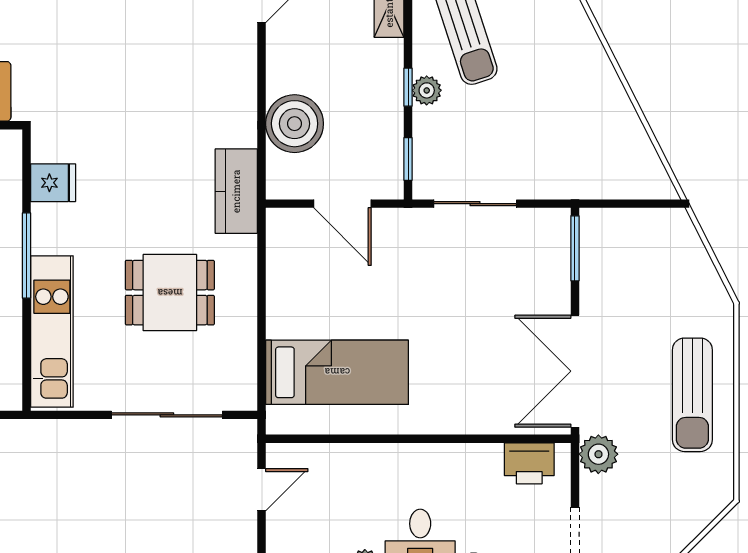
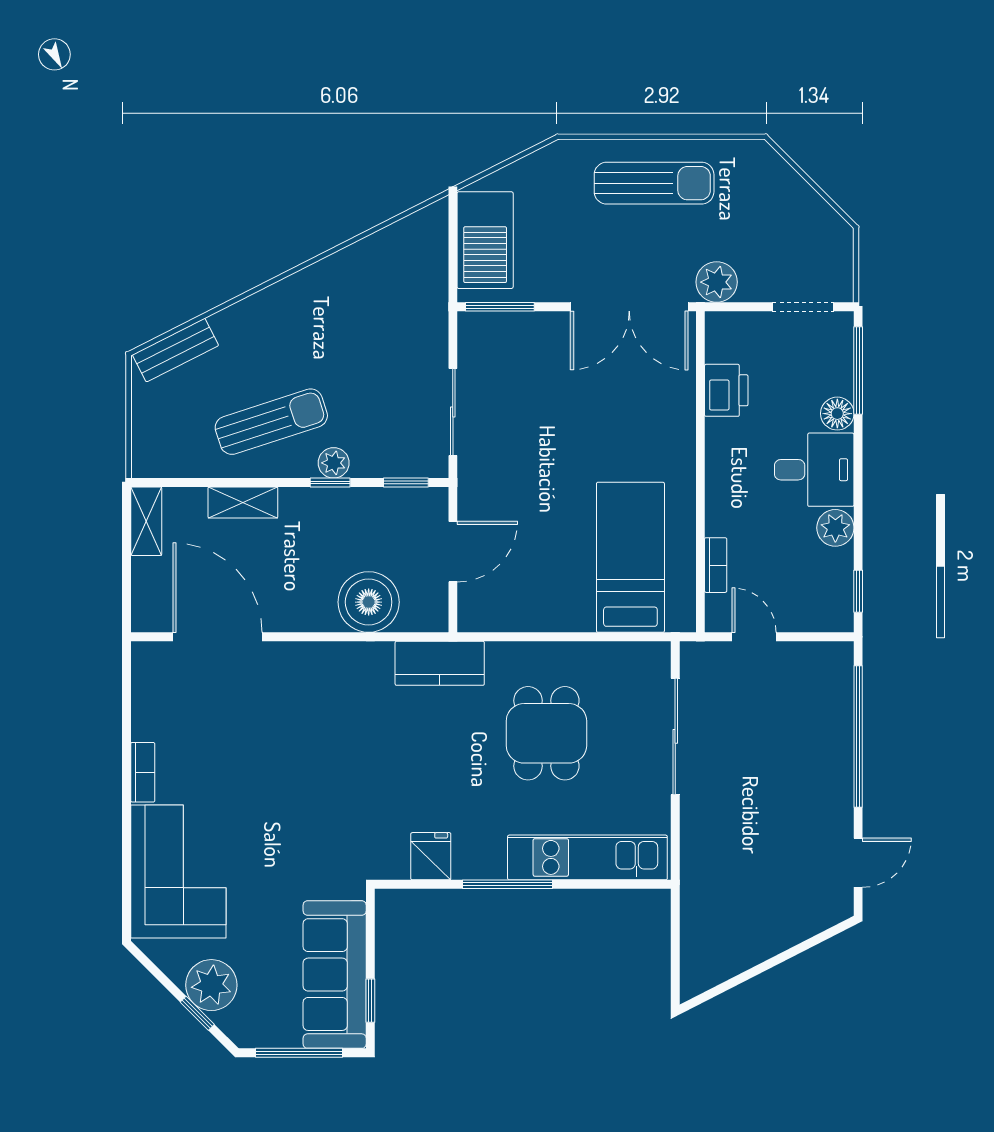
barbecue: (638, 234) -> (485, 240), added
bookcase: (330, 453) -> (716, 565), added
printer: (529, 463) -> (726, 390), moved

